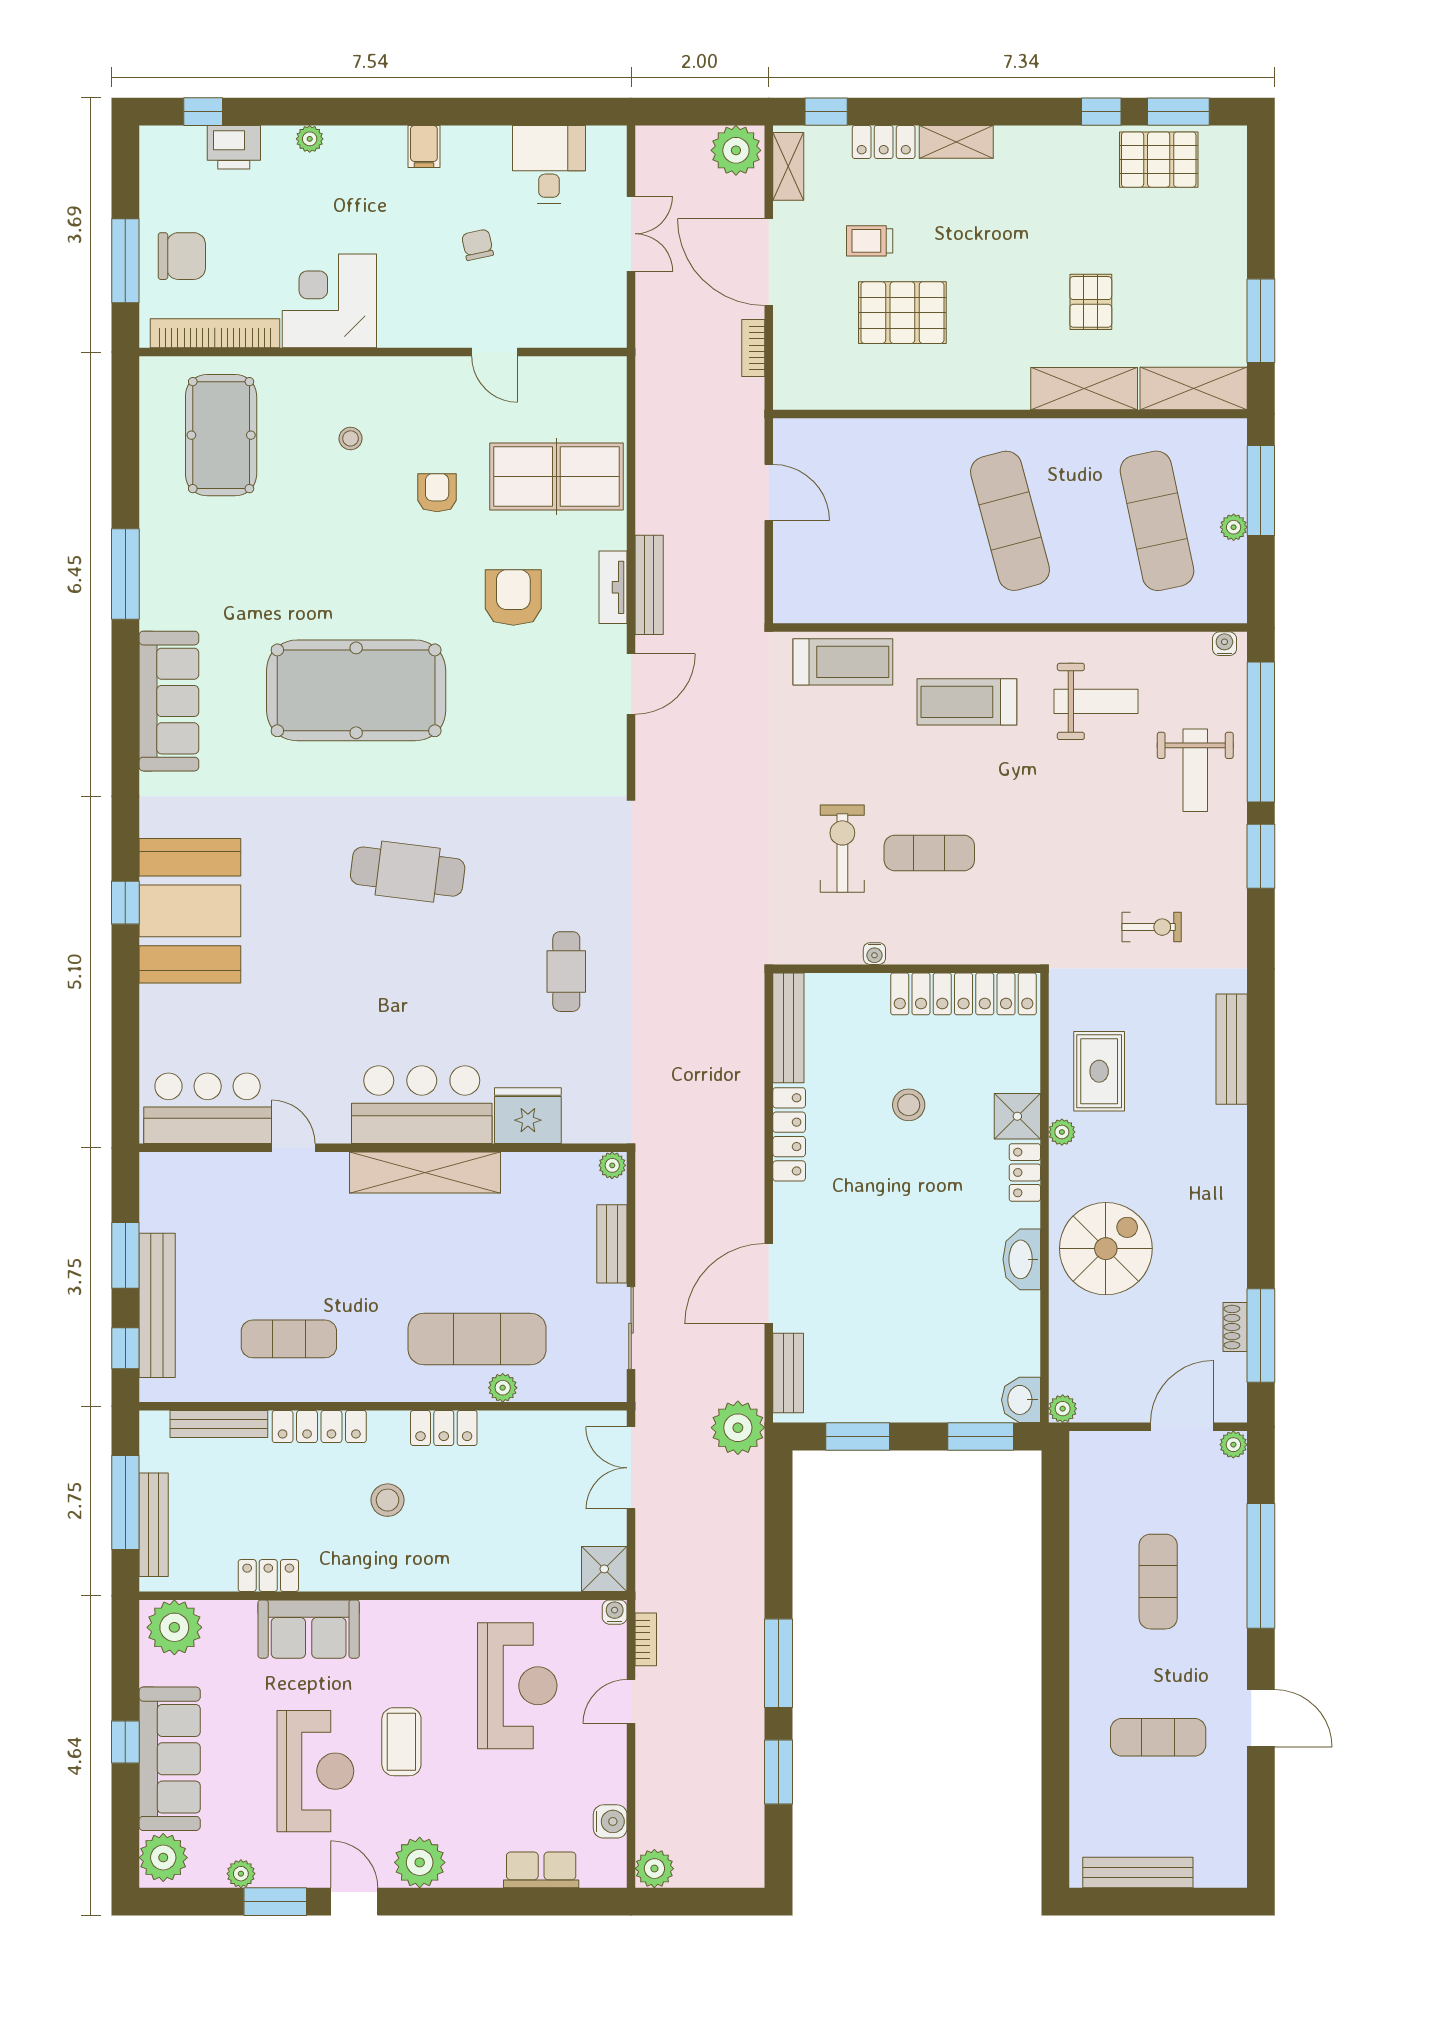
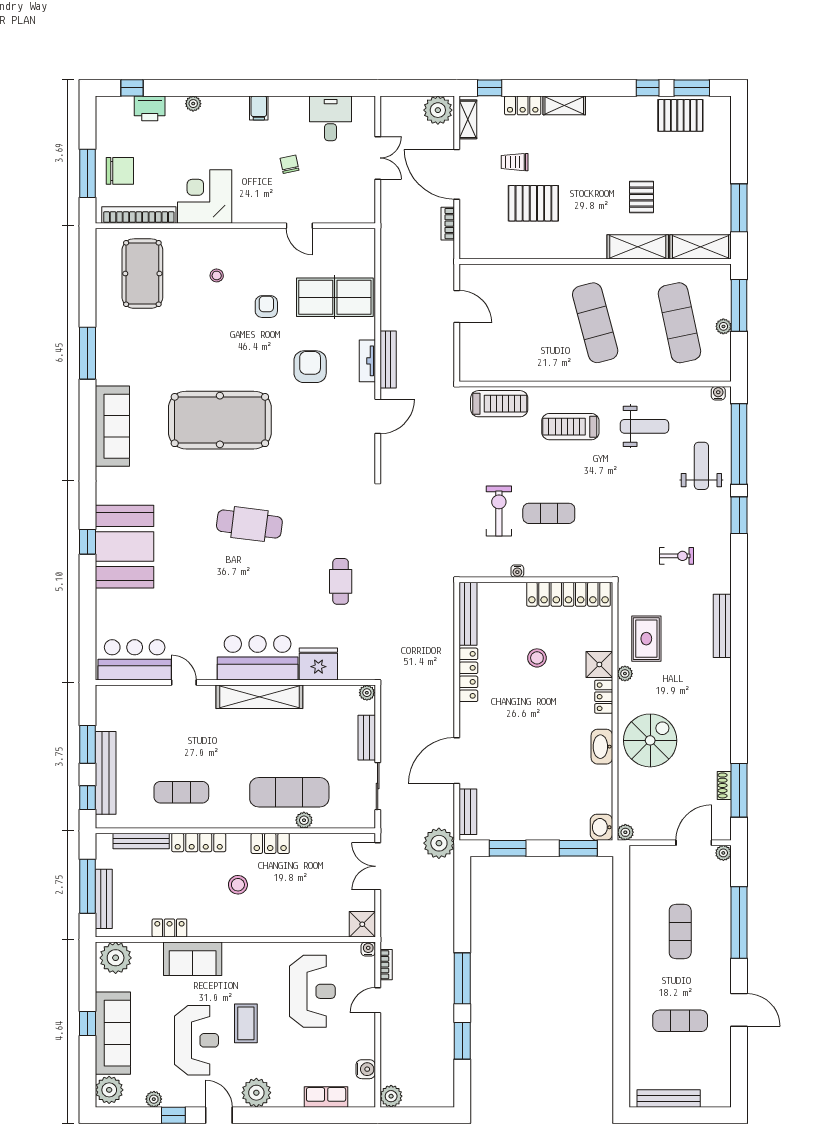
weight bench: (1195, 770) -> (701, 466), turned 180
window: (275, 1902) -> (173, 1115), width x0.67

